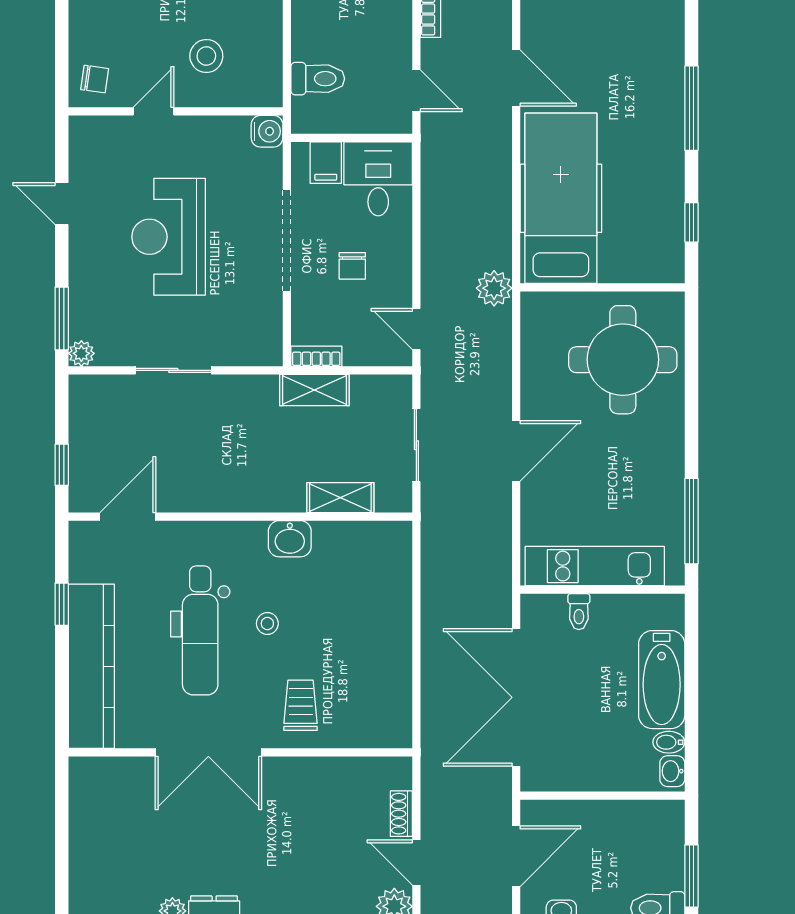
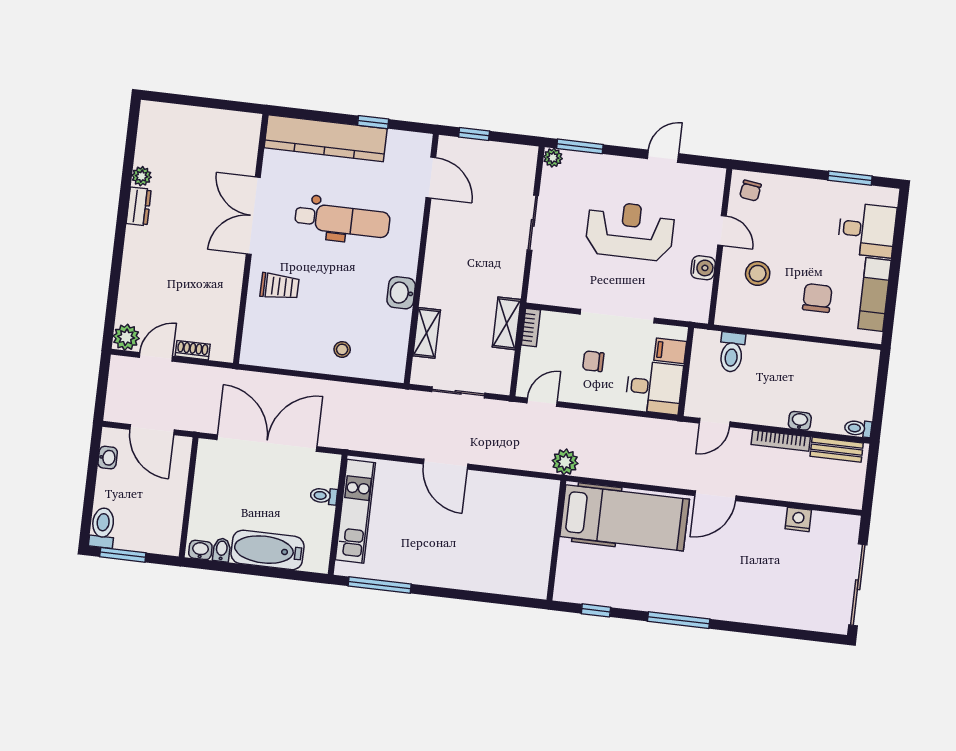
water cooler: (267, 131) -> (703, 268), moved, turned -90
round table: (623, 360) -> (502, 549), removed
stool: (267, 624) -> (342, 349), moved
dental chair: (200, 630) -> (342, 220), turned 180

